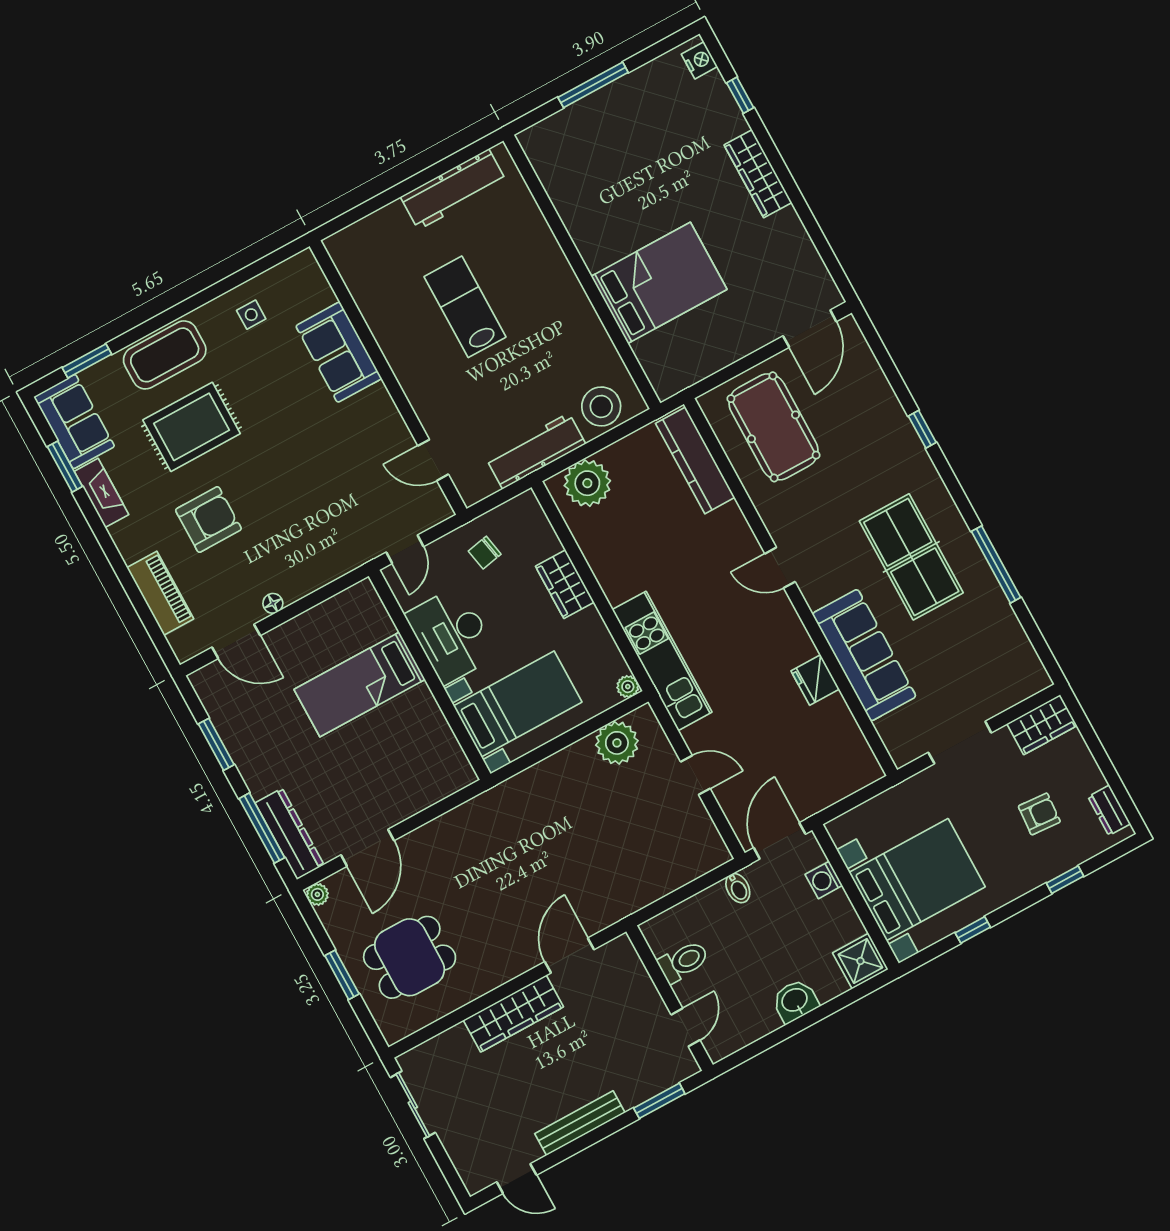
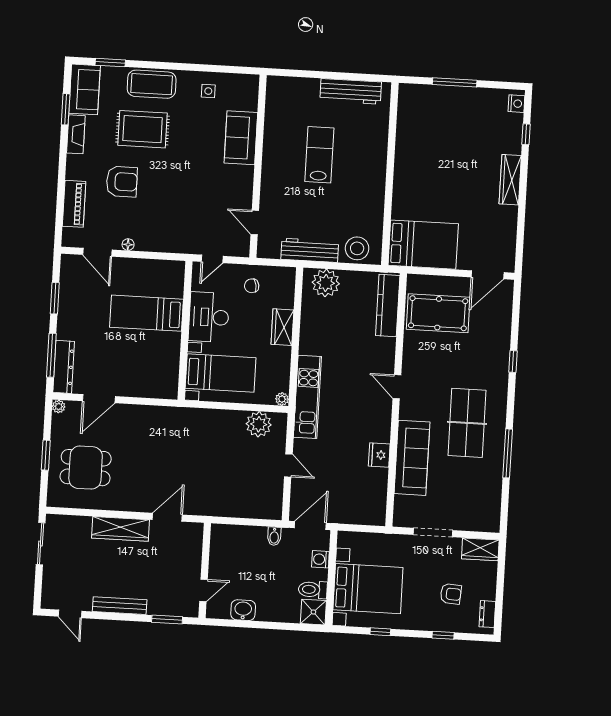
bed: (659, 283) -> (423, 245), moved
pool table: (773, 427) -> (438, 313), turned 90
toilet: (683, 962) -> (313, 590), moved, turned 180
washbasin: (795, 1001) -> (243, 610), moved

